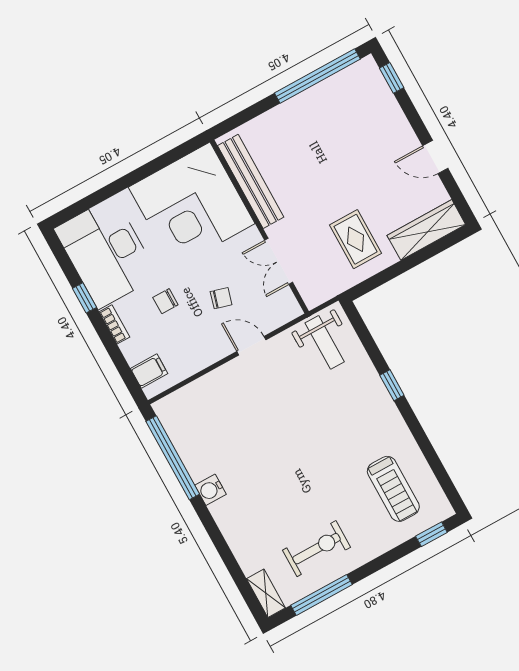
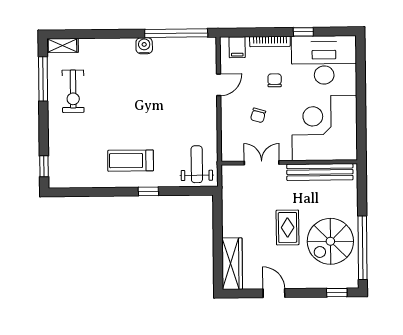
spiral stairs: (331, 121) -> (330, 241), added
door: (435, 157) -> (274, 293), hinge flipped
rug: (356, 239) -> (288, 227), moved, turned 90
bookcase: (114, 324) -> (270, 41), width x1.56
weight bench: (325, 342) -> (197, 164), turned 90
door: (251, 346) -> (219, 85), moved
treadmill: (393, 489) -> (131, 161), moved

